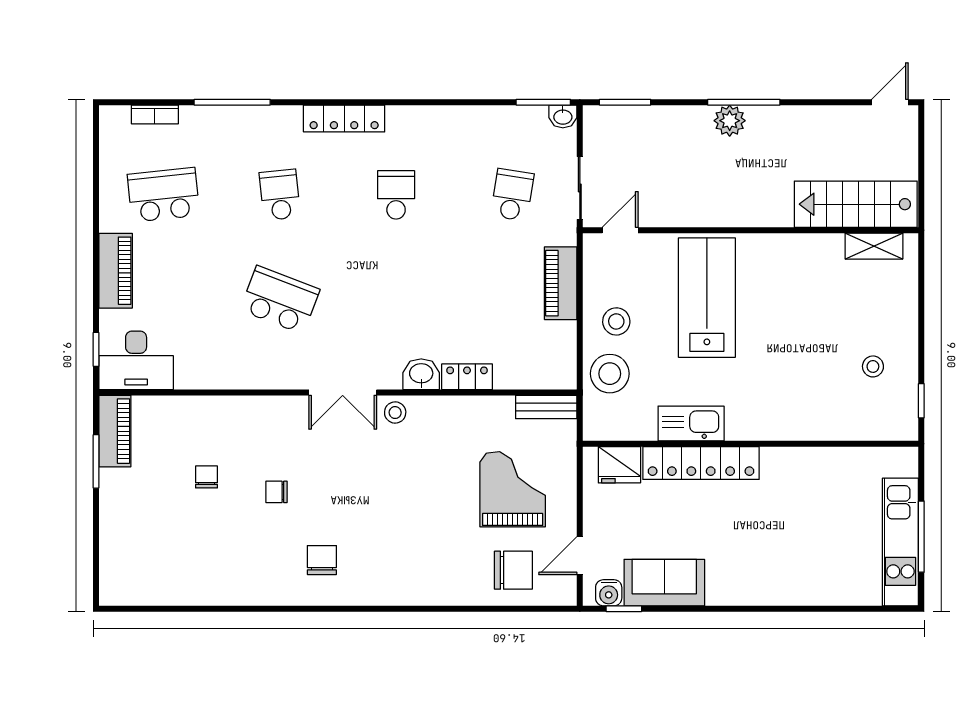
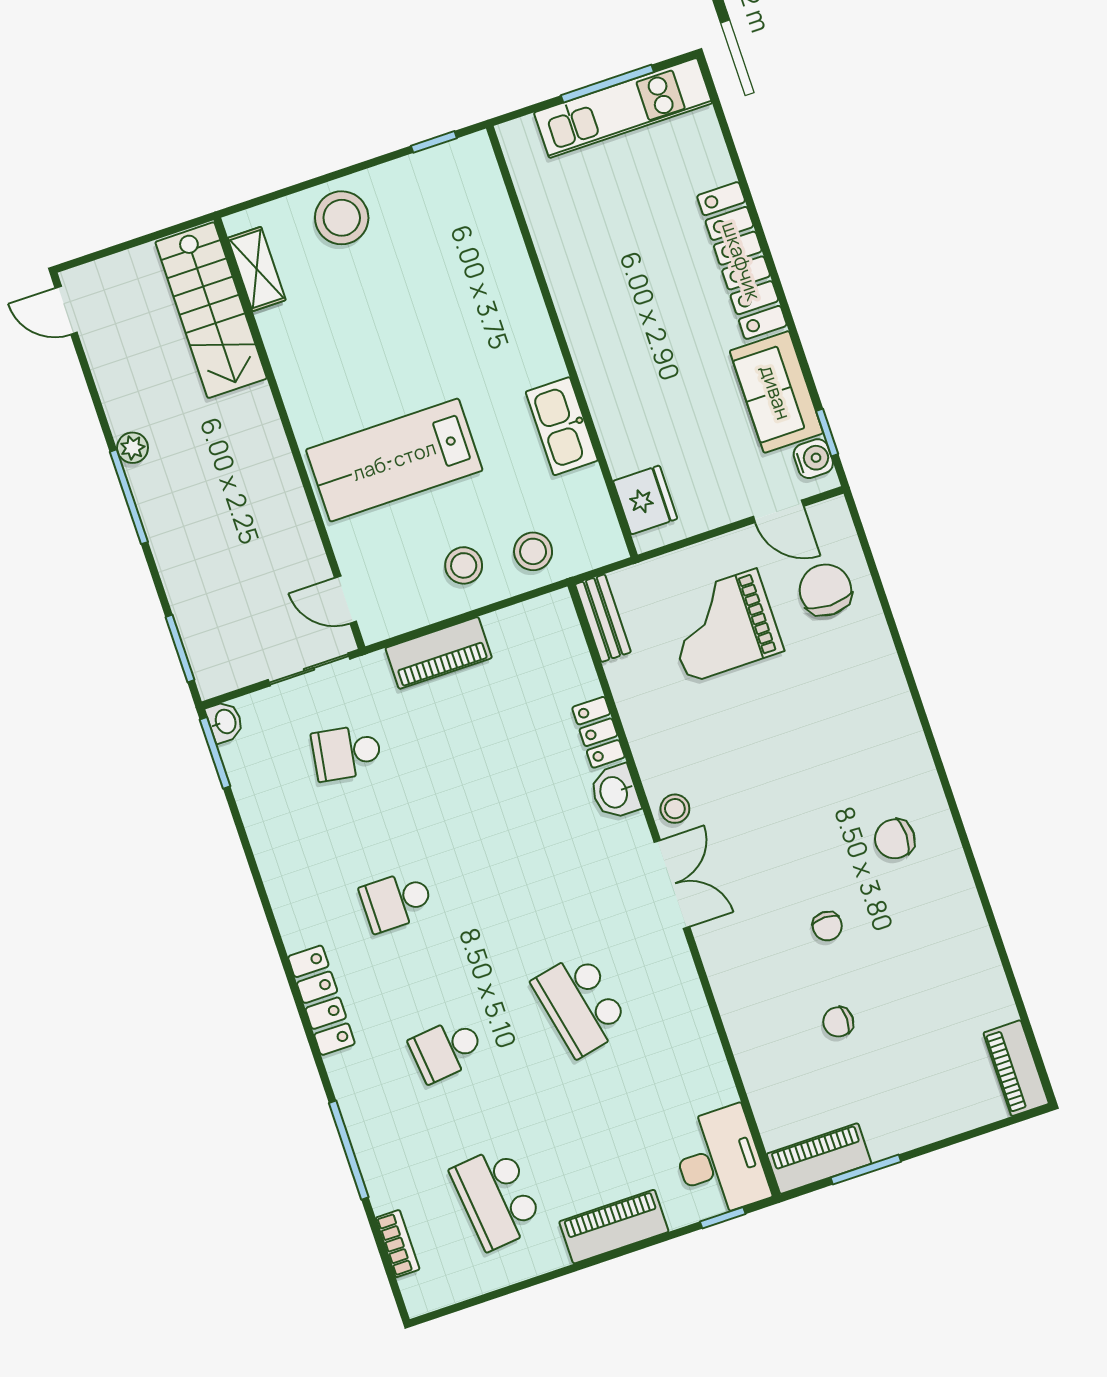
plant: (730, 121) -> (133, 448), moved, width x0.73, depth x0.73
school desk: (280, 300) -> (581, 1004), turned -33
stool: (873, 366) -> (342, 218), moved, width x1.89, depth x1.89
stool: (610, 374) -> (533, 551), width x0.73, depth x0.73
locker: (701, 463) -> (742, 261), moved, turned 180
piano: (132, 591) -> (1016, 1068), added

